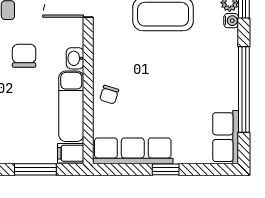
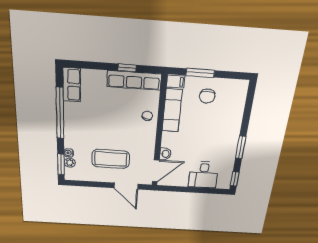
chair: (24, 56) -> (207, 96), moved
washbasin: (75, 58) -> (165, 154), moved
window: (166, 169) -> (127, 68), moved

